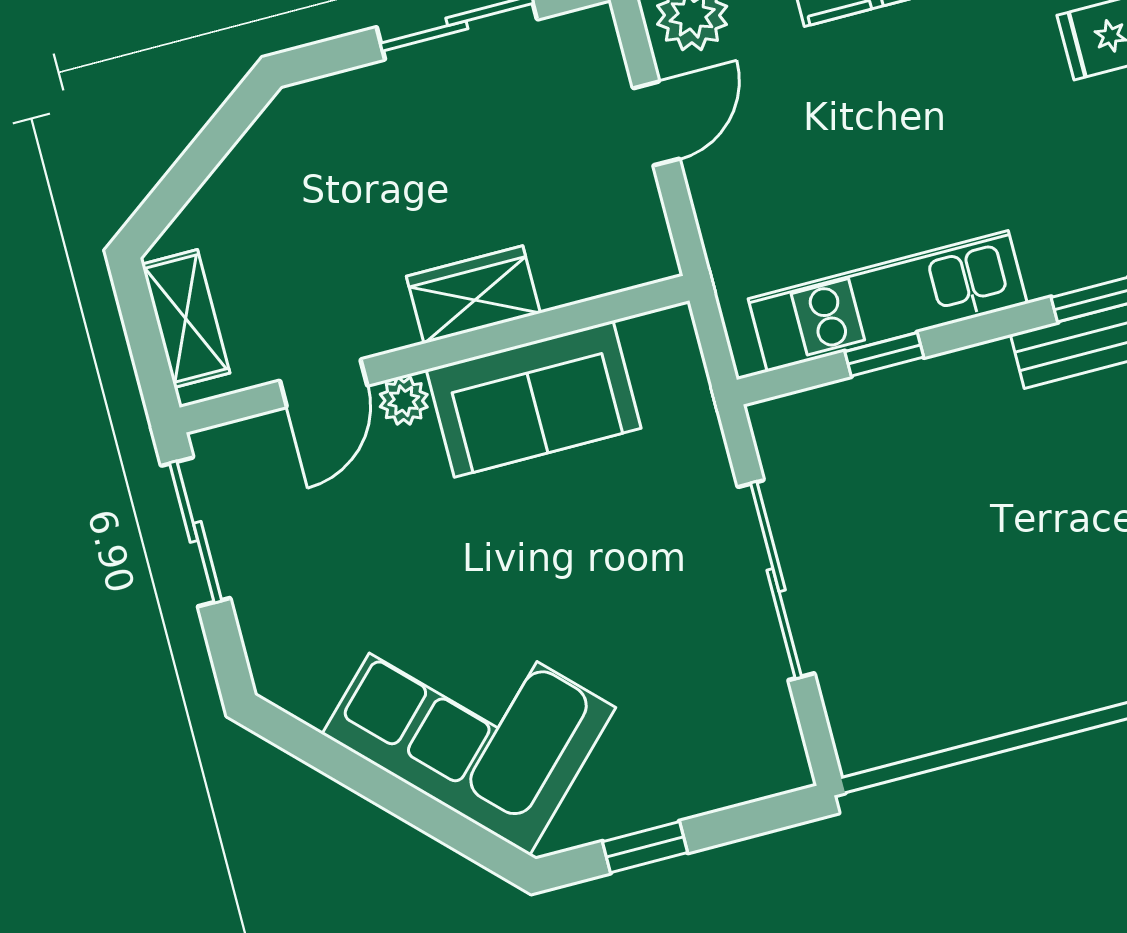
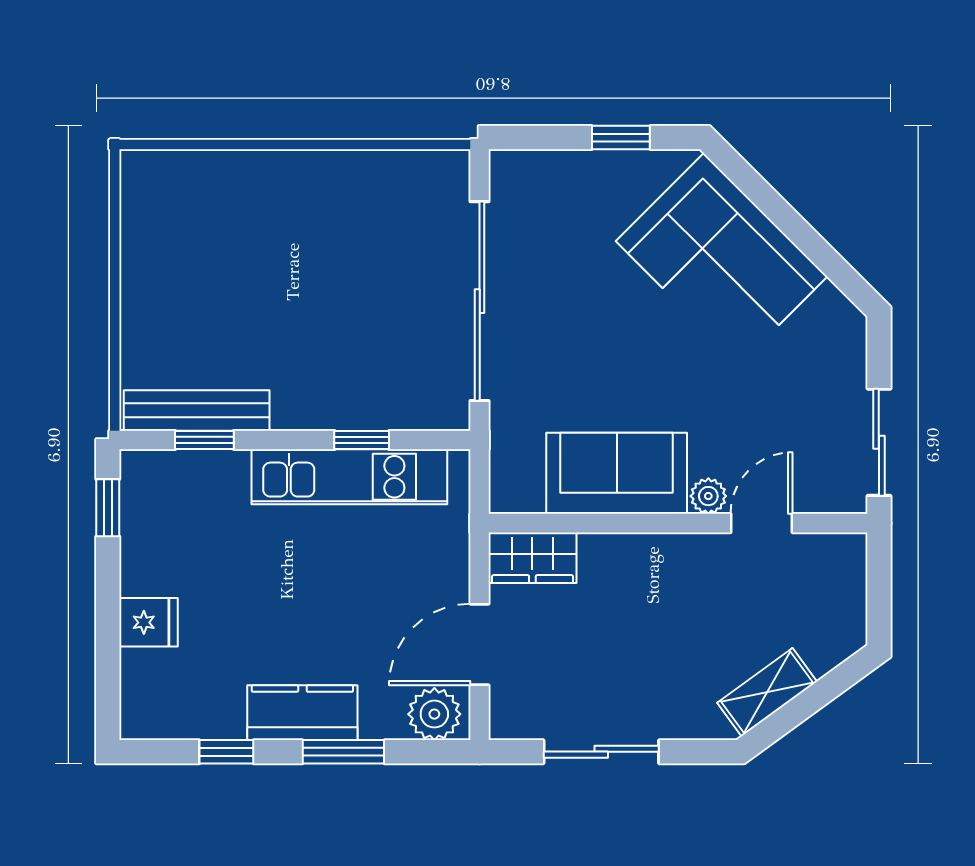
door: (656, 123) -> (480, 645), width x1.38
wardrobe: (473, 295) -> (532, 558), moved
shelving: (186, 319) -> (767, 692), moved, turned 54
sliding door: (776, 580) -> (480, 301), width x1.36

